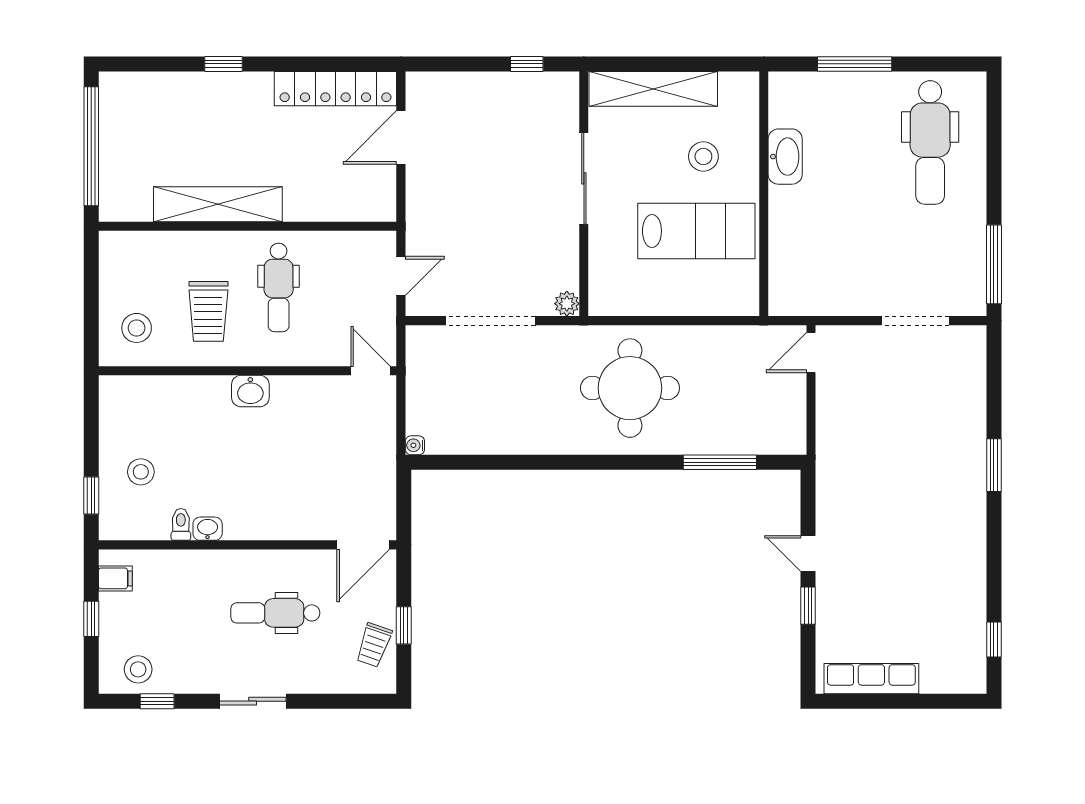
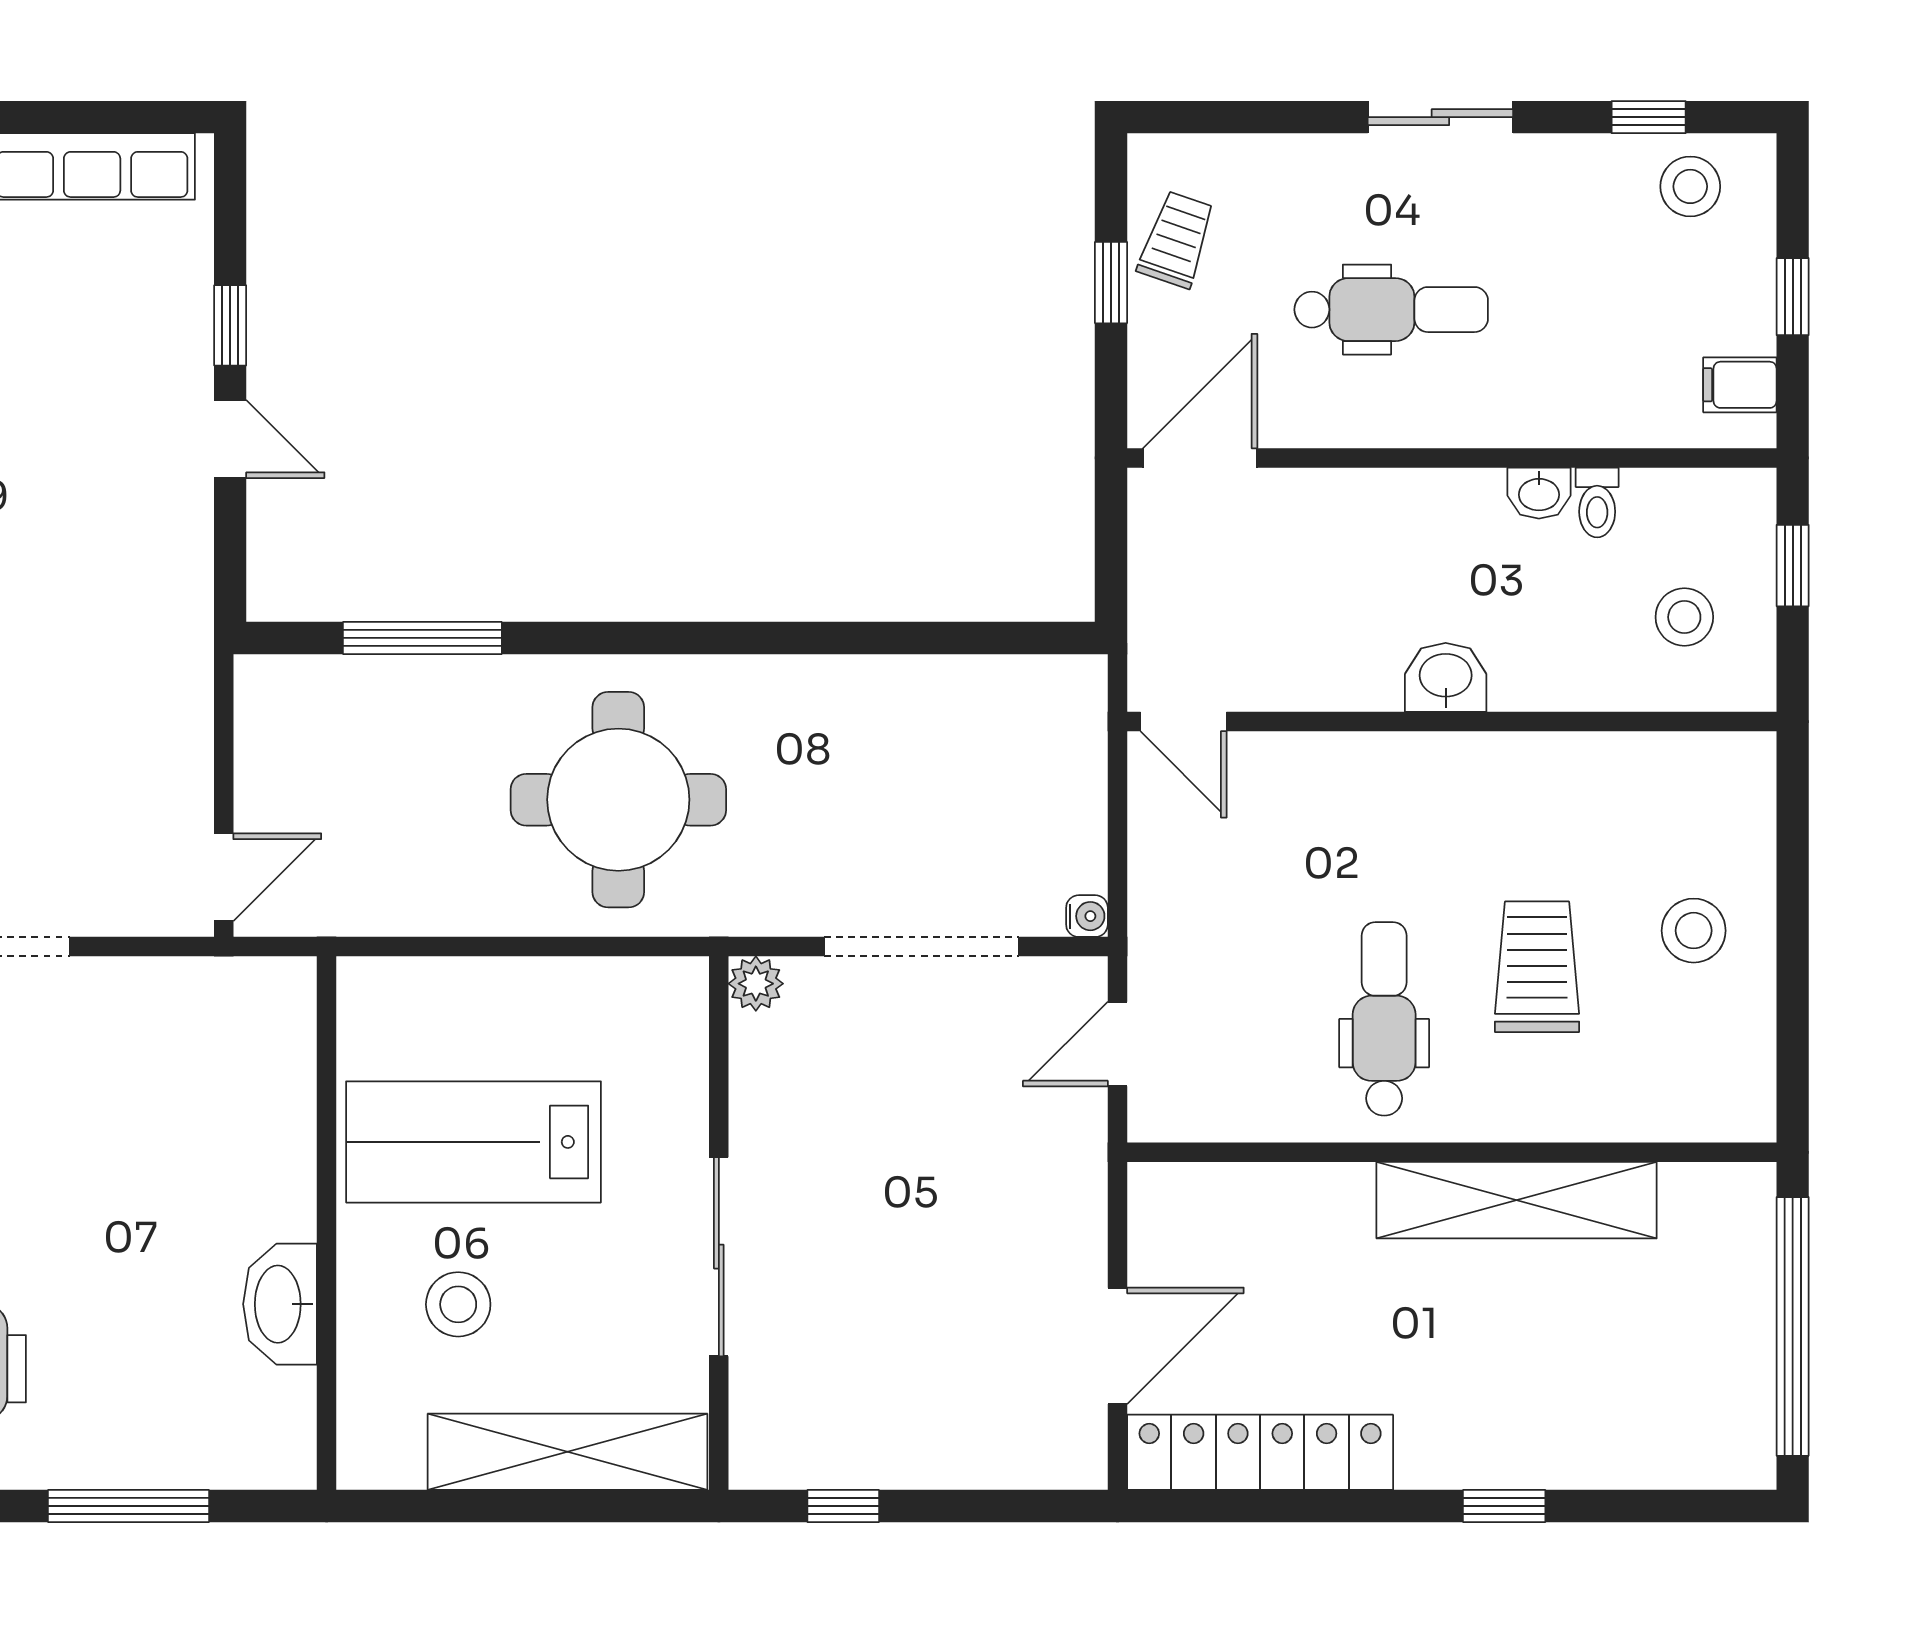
wall: (248, 371) -> (1452, 722), moved
door: (371, 371) -> (1183, 722), moved
washbasin: (250, 391) -> (1446, 677), moved
water cooler: (415, 445) -> (1087, 916), moved

